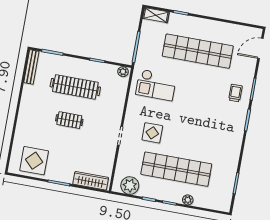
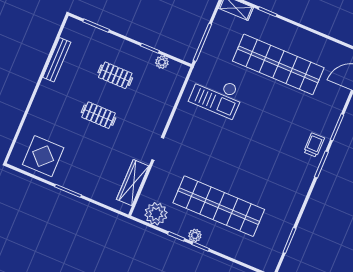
bench: (31, 67) -> (57, 60), moved
plant: (123, 72) -> (162, 62), moved
clothes rail: (75, 87) -> (115, 75), width x0.54, depth x0.76
trolley: (235, 93) -> (314, 145), moved
display table: (152, 133) -> (199, 154), removed
wardrobe: (91, 181) -> (133, 183), moved, turned -90
plant: (188, 200) -> (195, 235), moved

